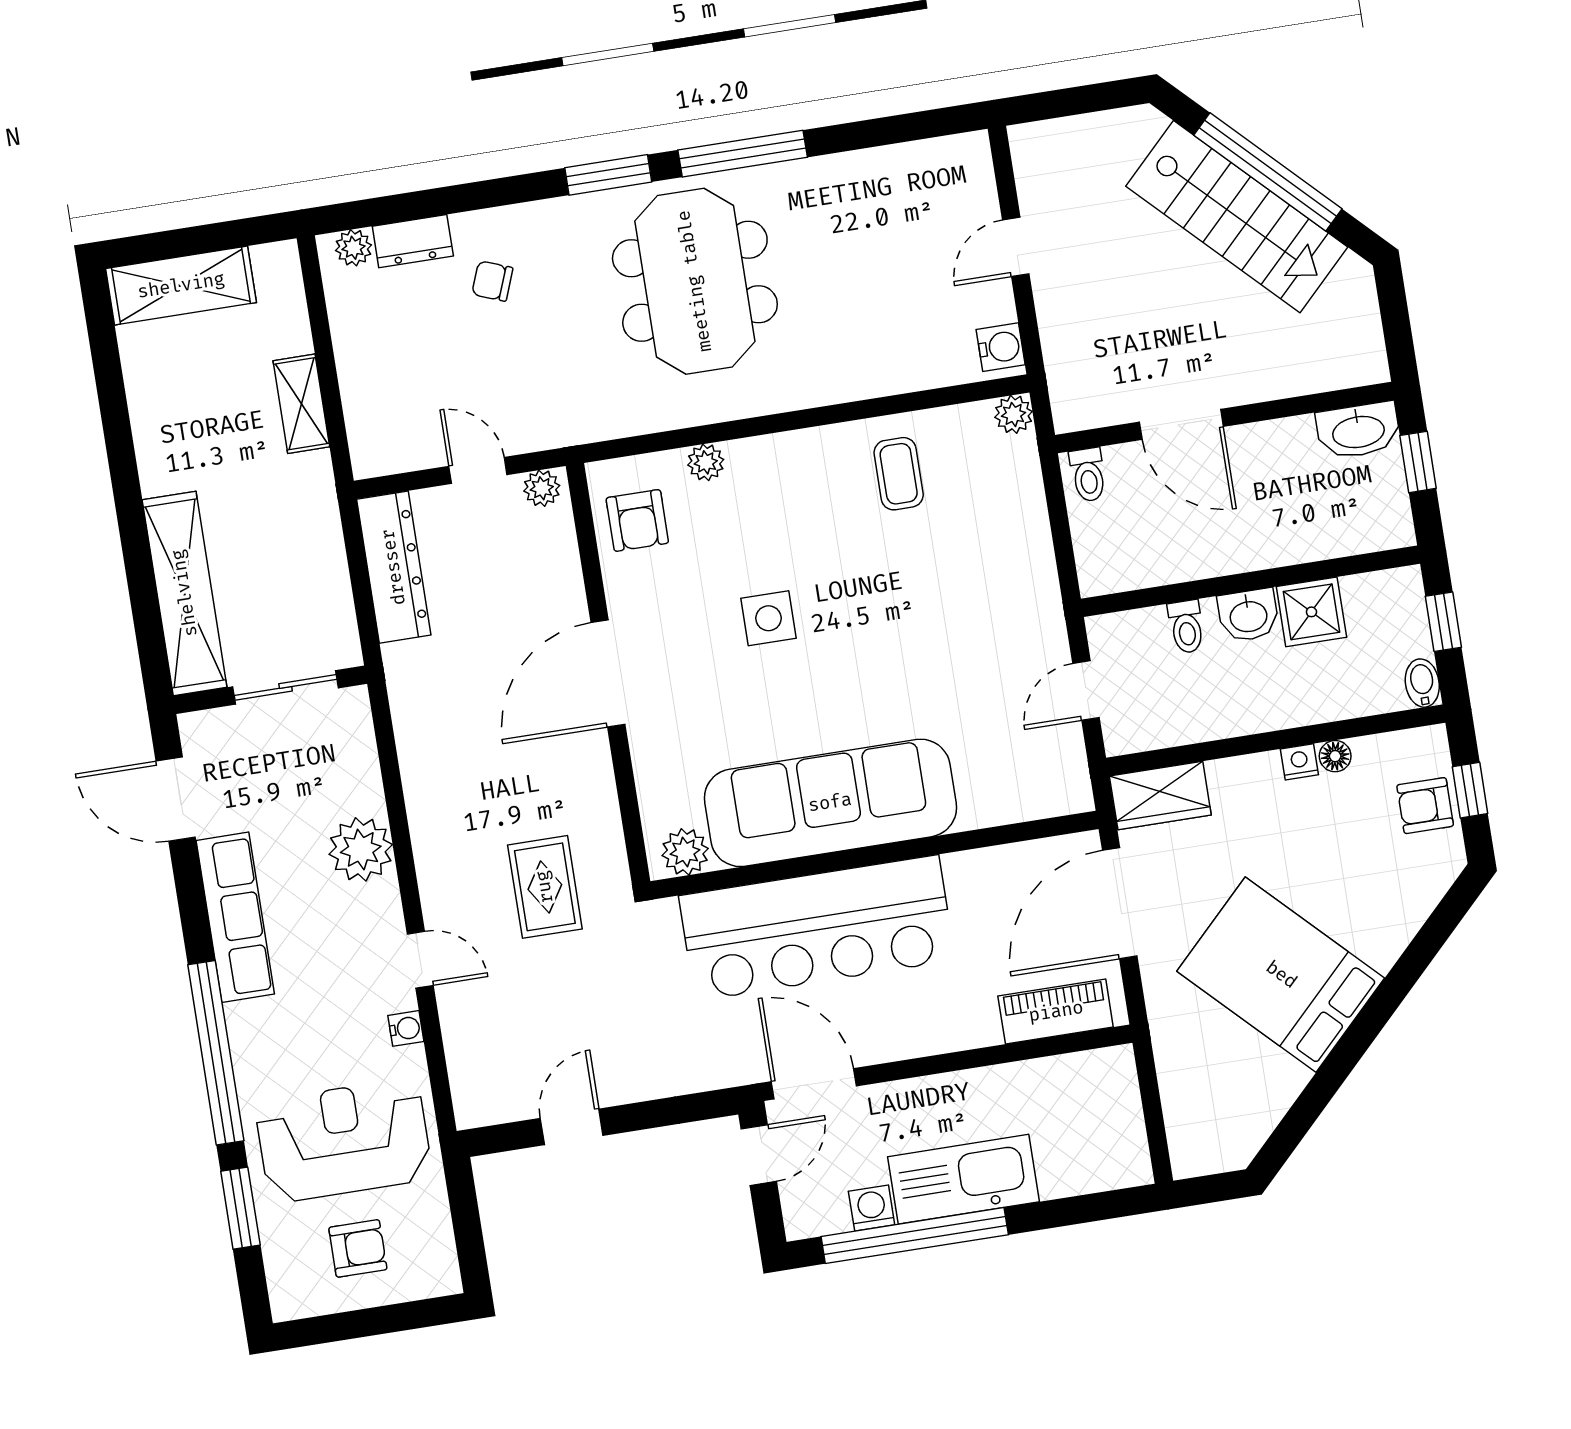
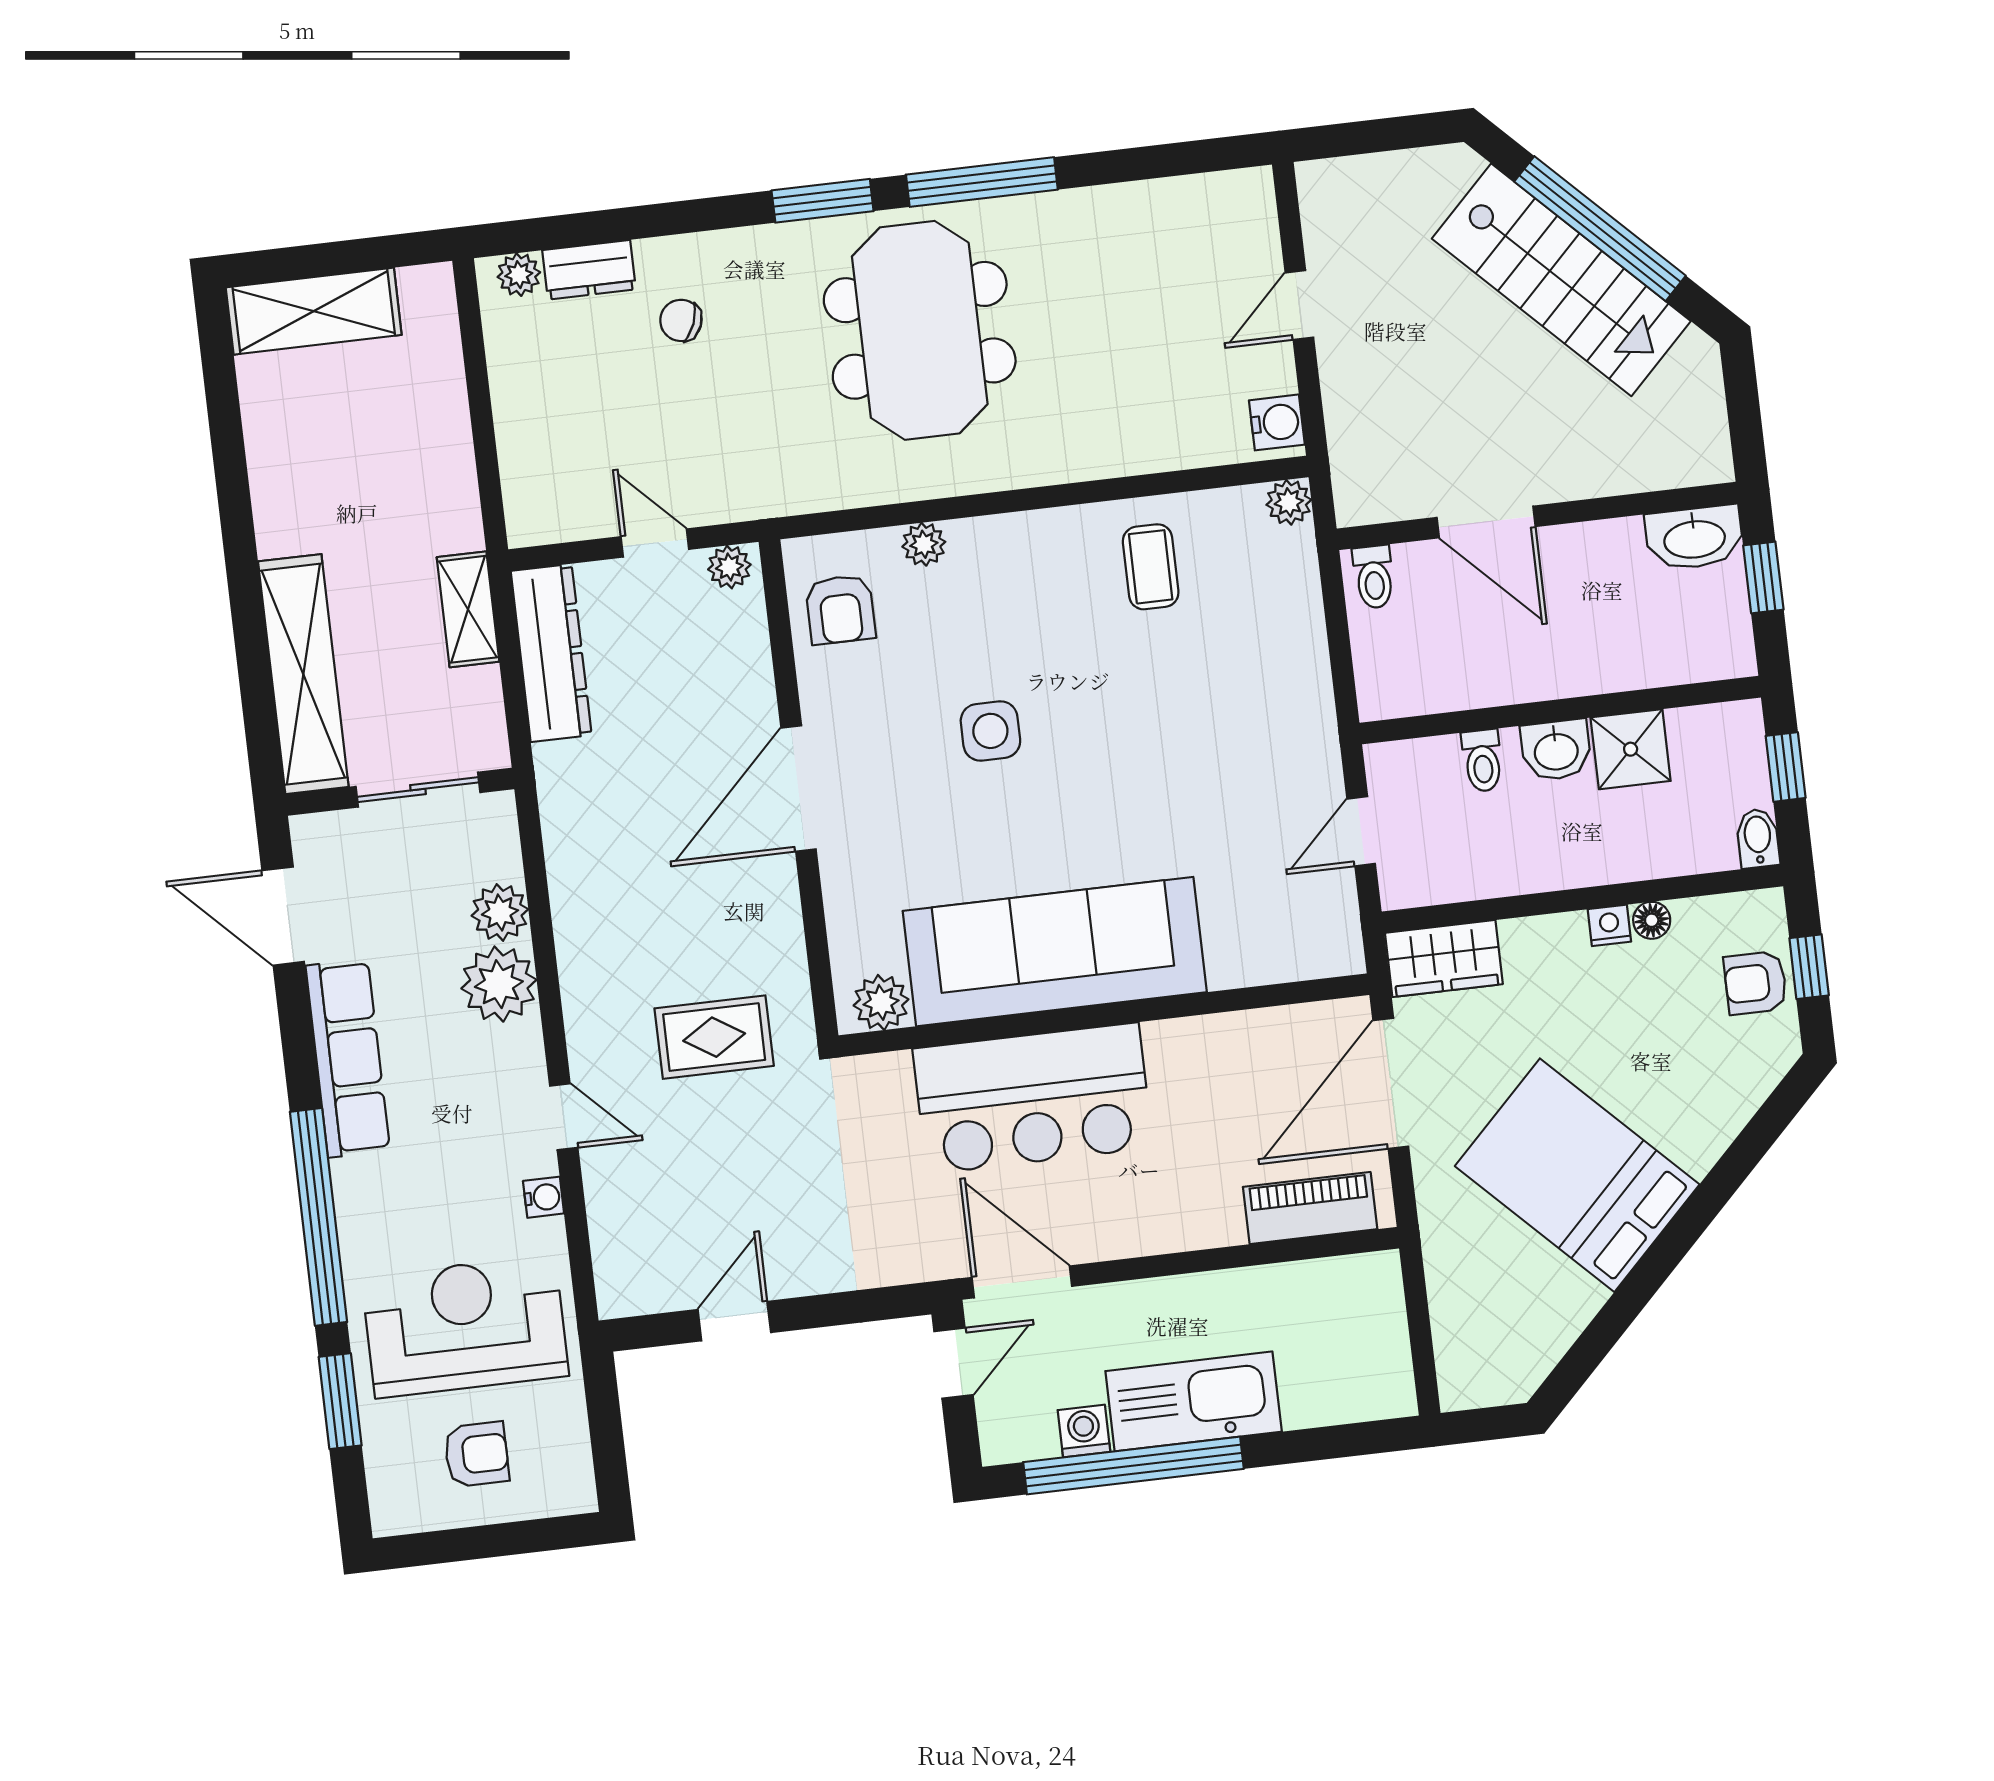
shelving: (301, 404) -> (468, 609), moved
plant: (359, 789) -> (500, 912), added
rug: (545, 887) -> (714, 1037), turned 90
bar counter: (817, 928) -> (1033, 1098), width x0.73

